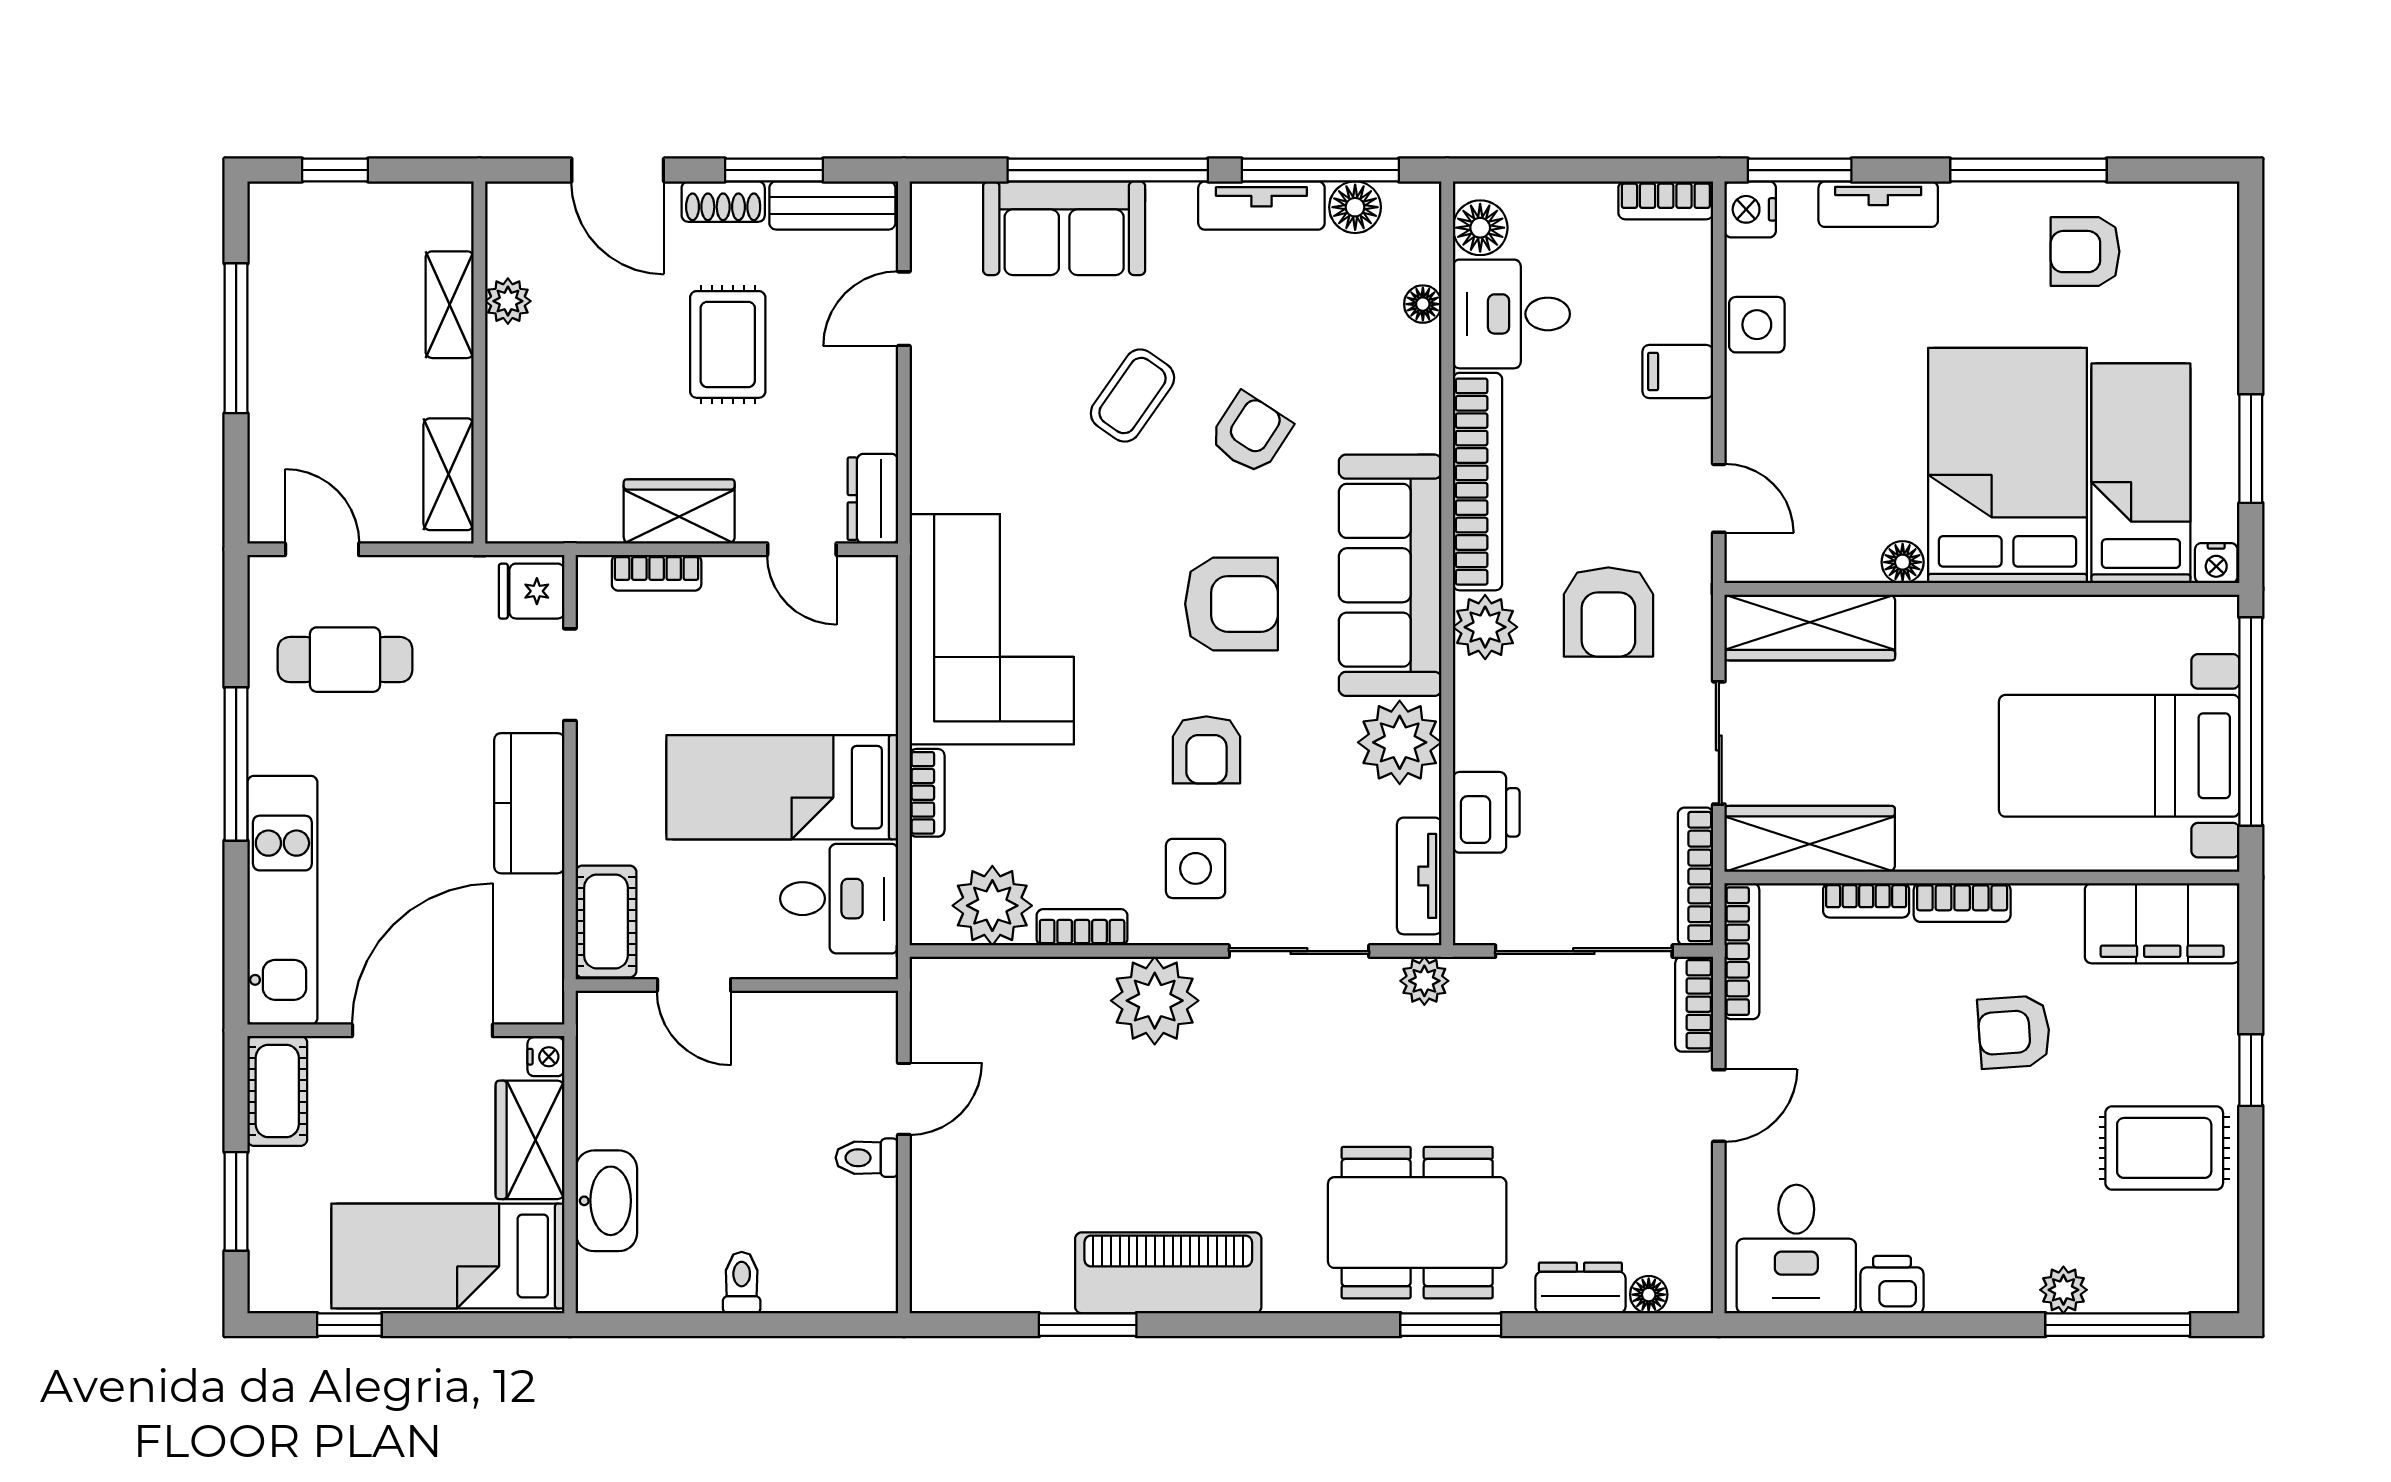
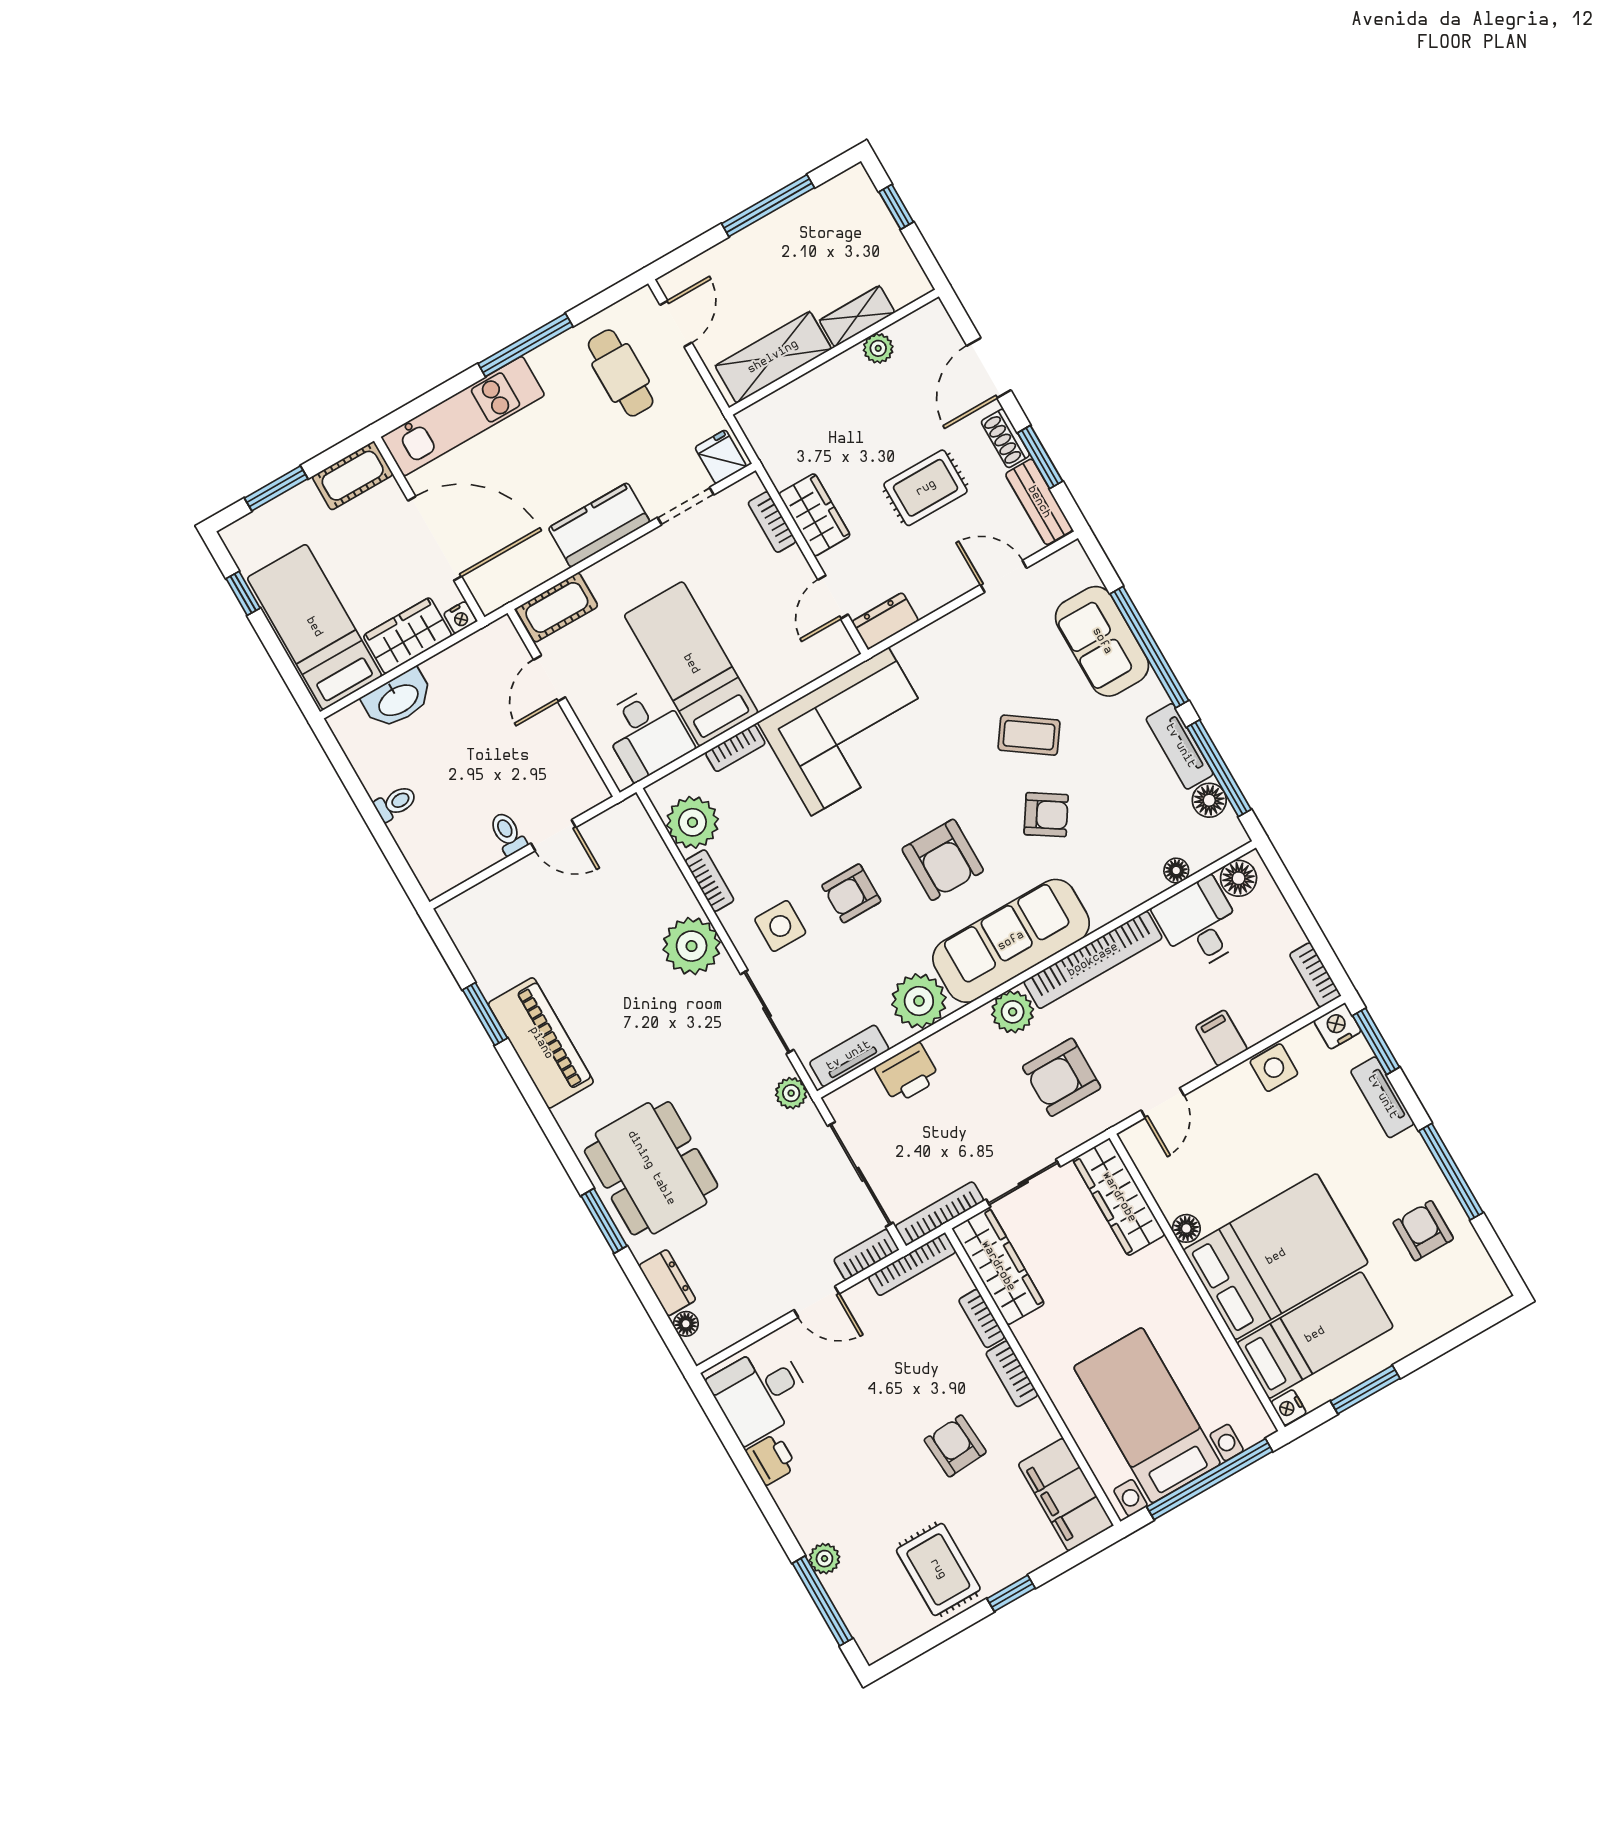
shelving: (449, 474) -> (773, 357), width x1.50, depth x1.33

